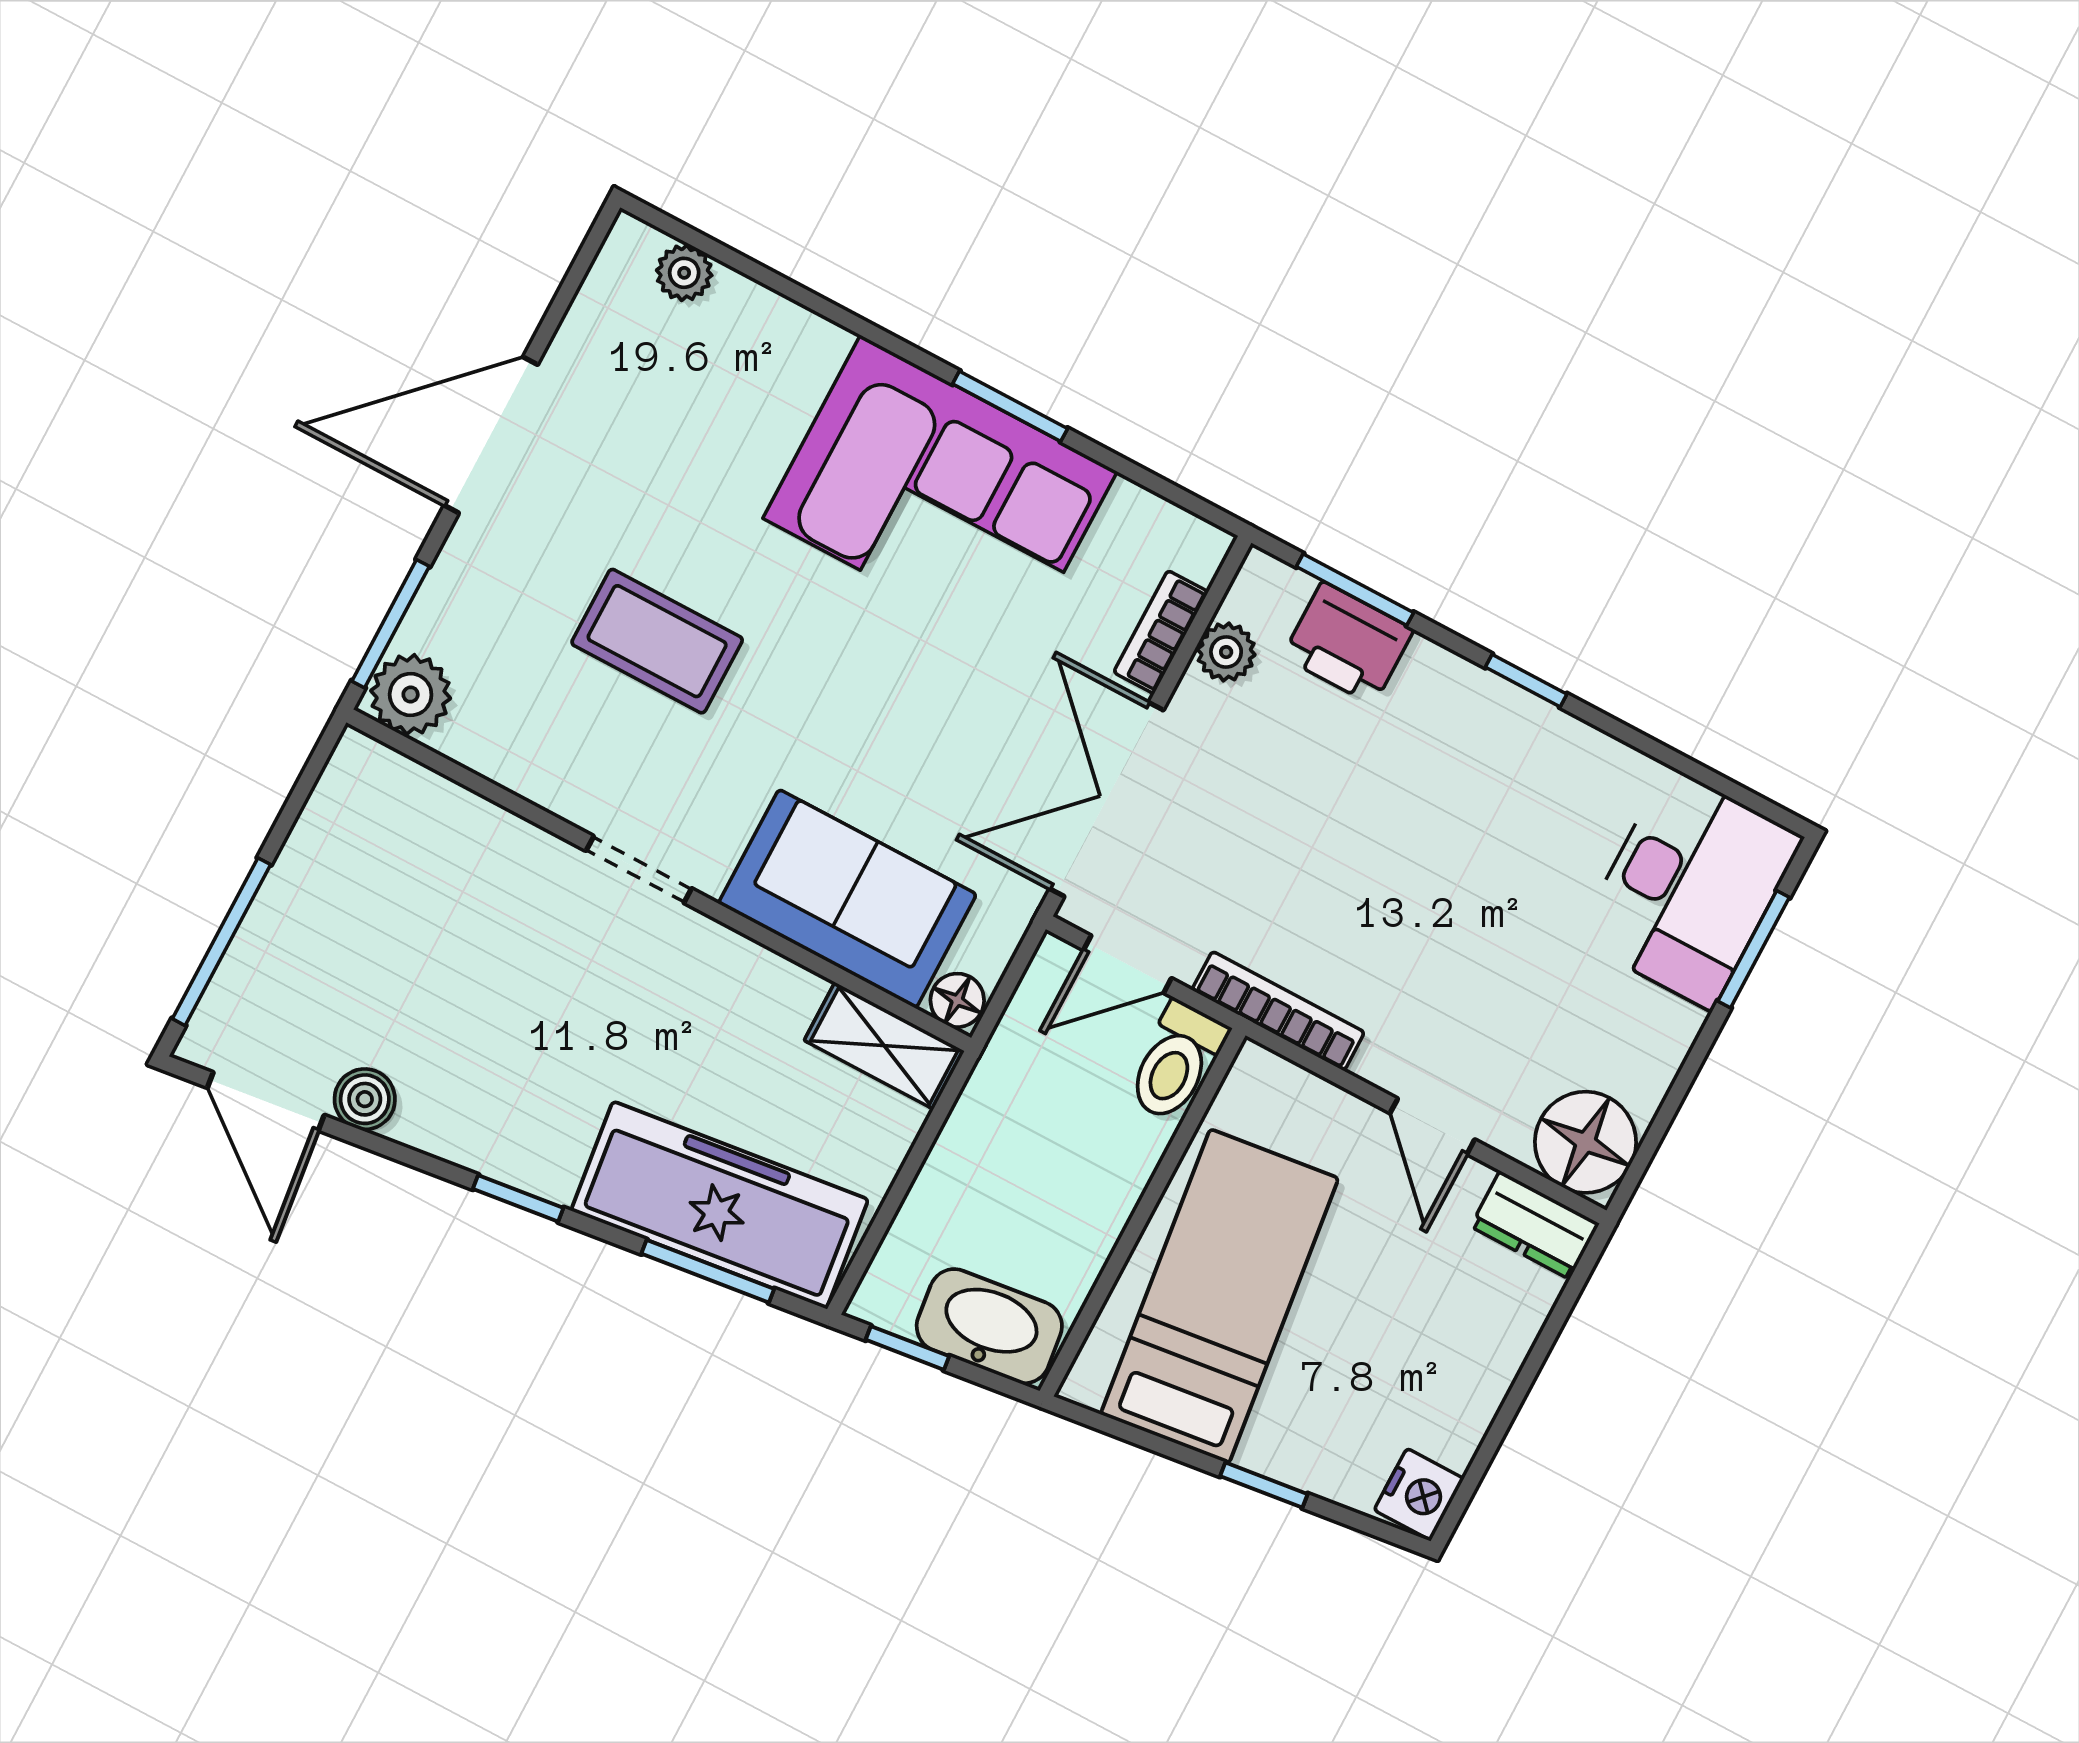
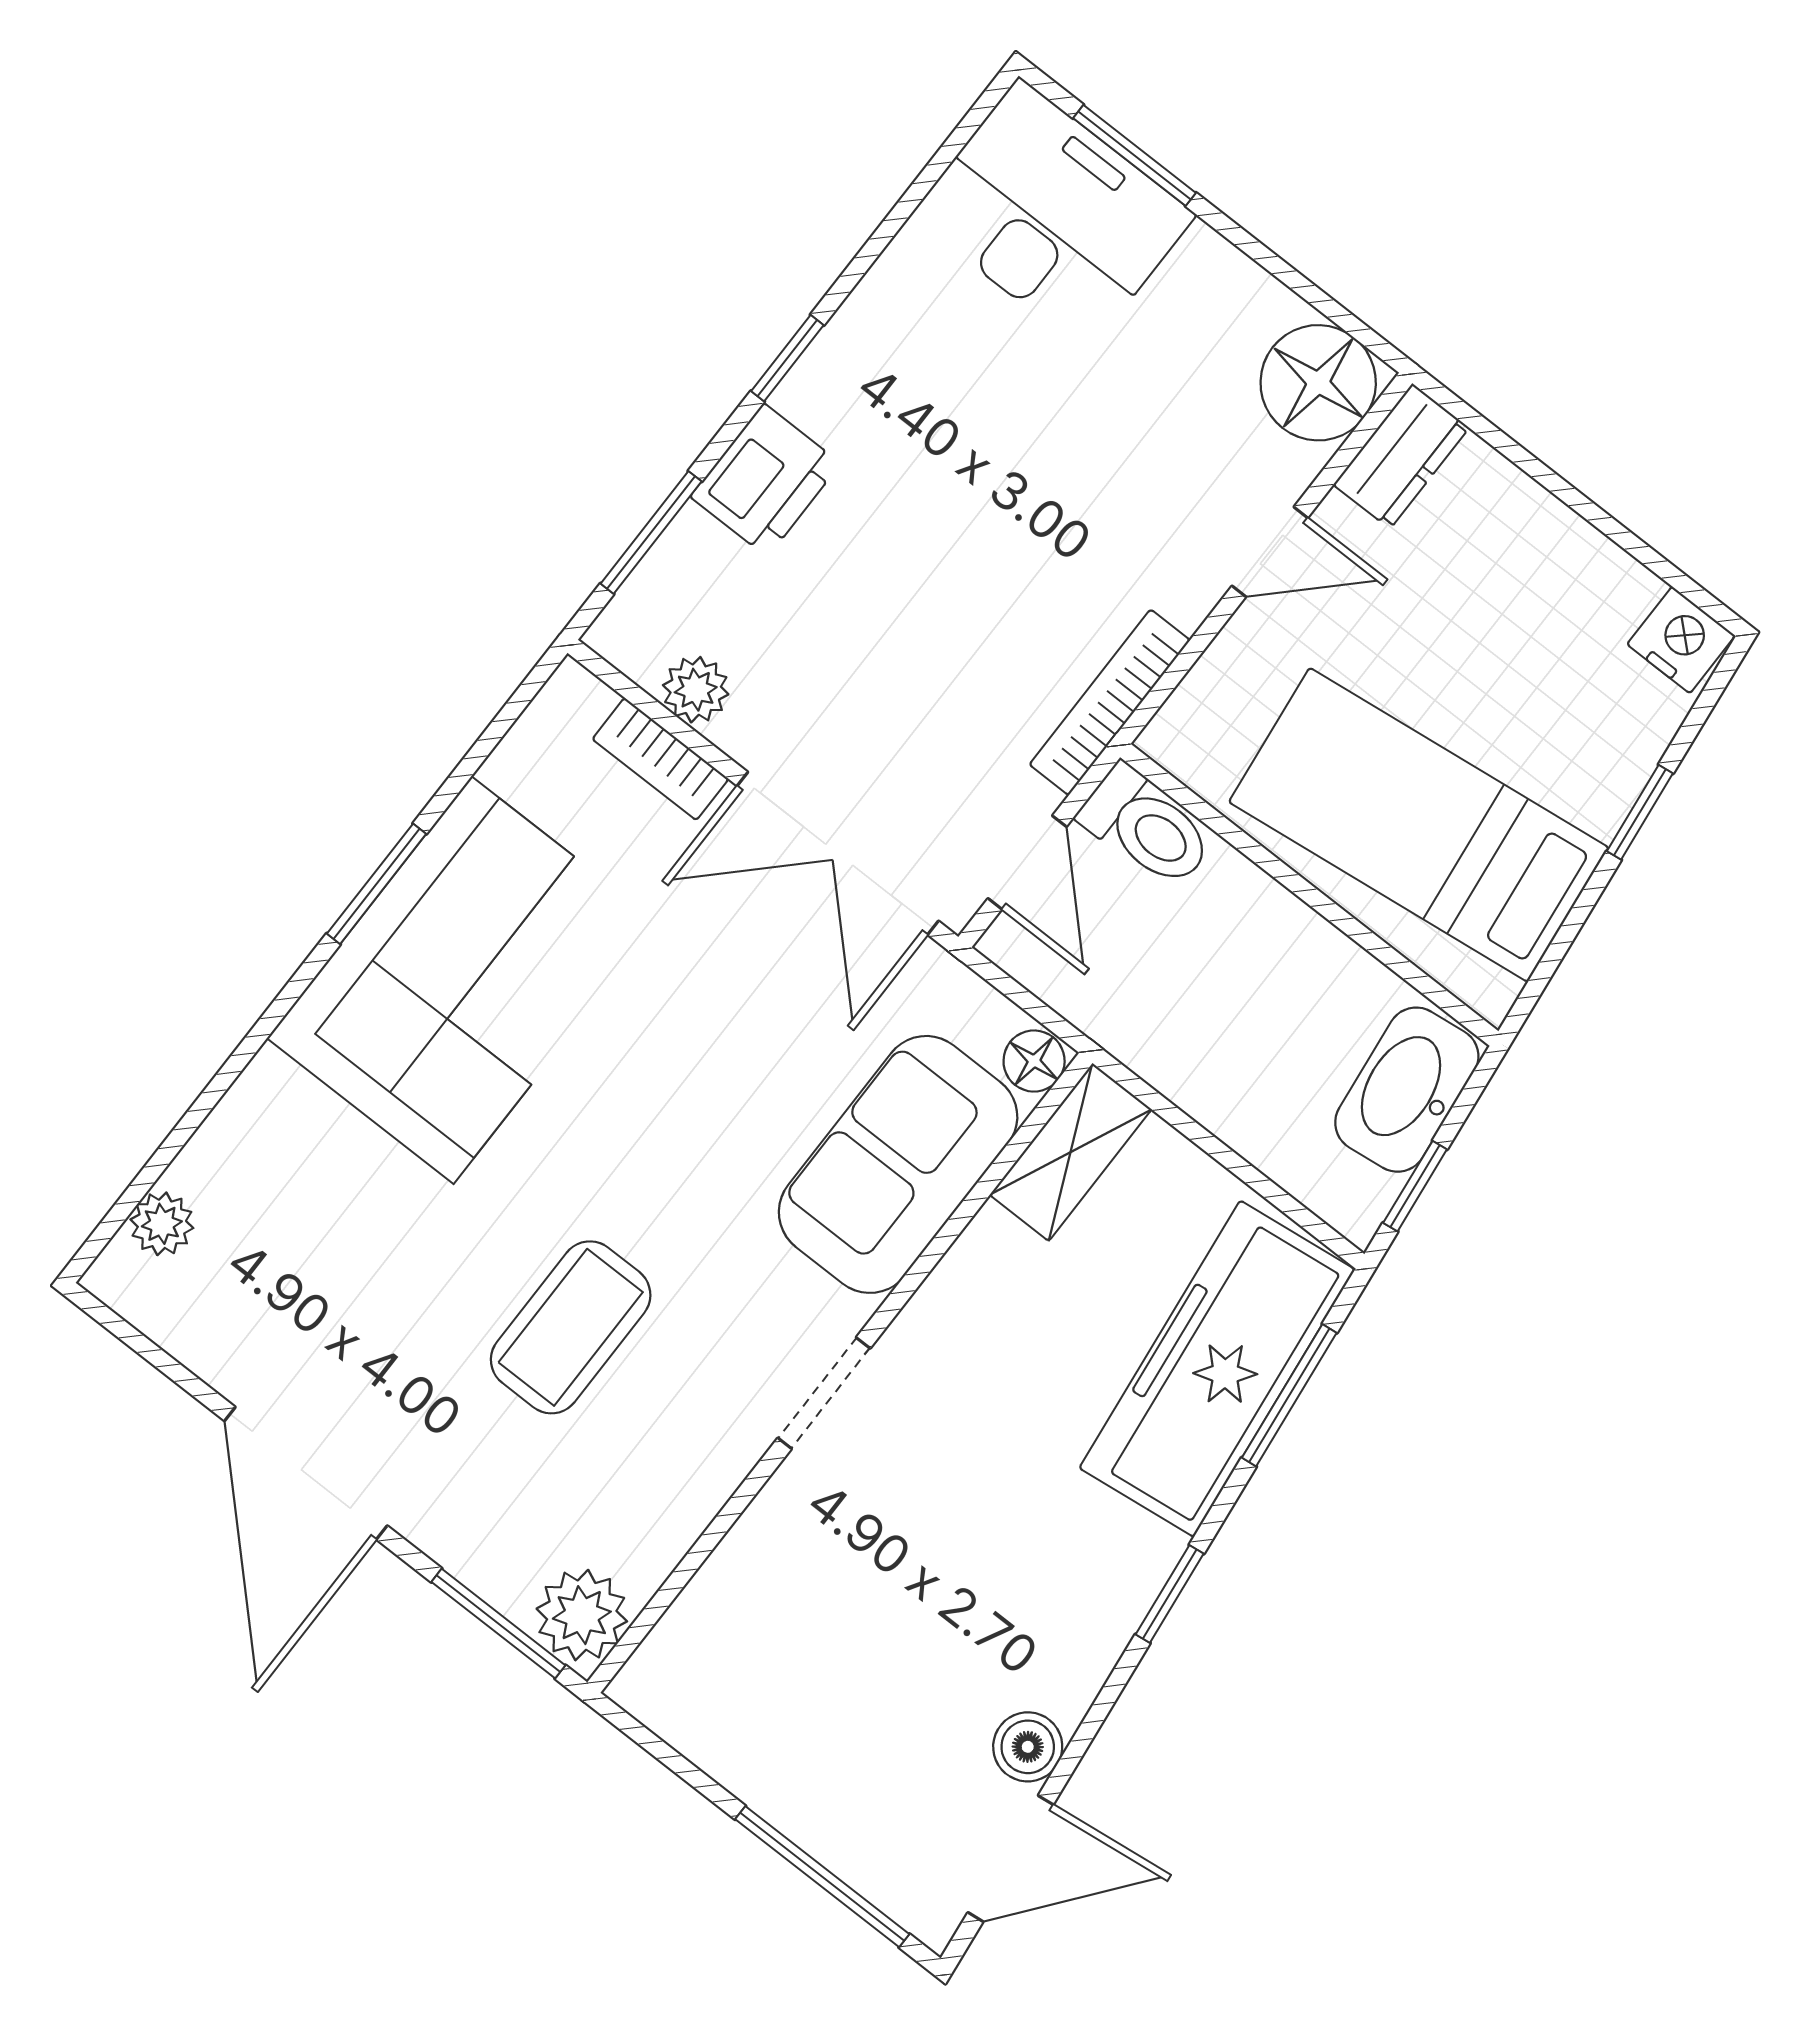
printer: (1348, 643) -> (765, 480), moved

